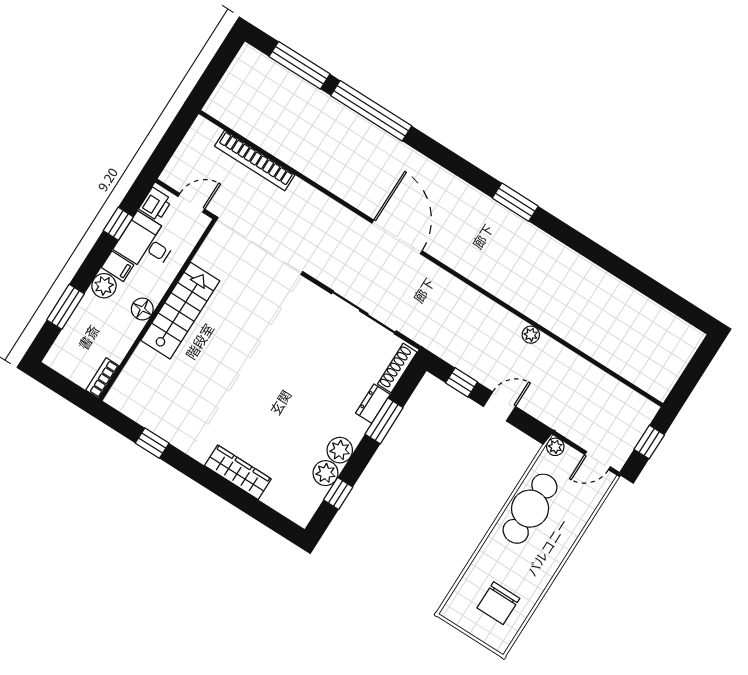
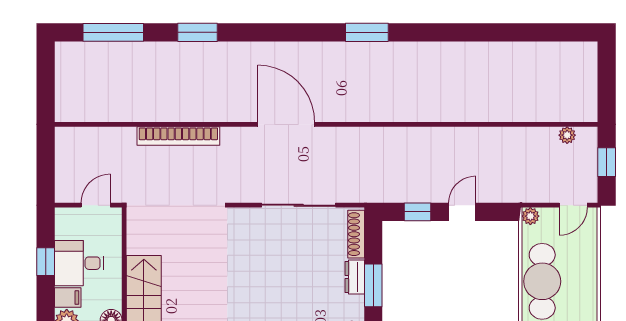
window: (371, 111) -> (198, 32), width x0.47
bookcase: (255, 160) -> (178, 136), moved
printer: (155, 204) -> (67, 226), removed
plant: (531, 335) -> (567, 135), moved

